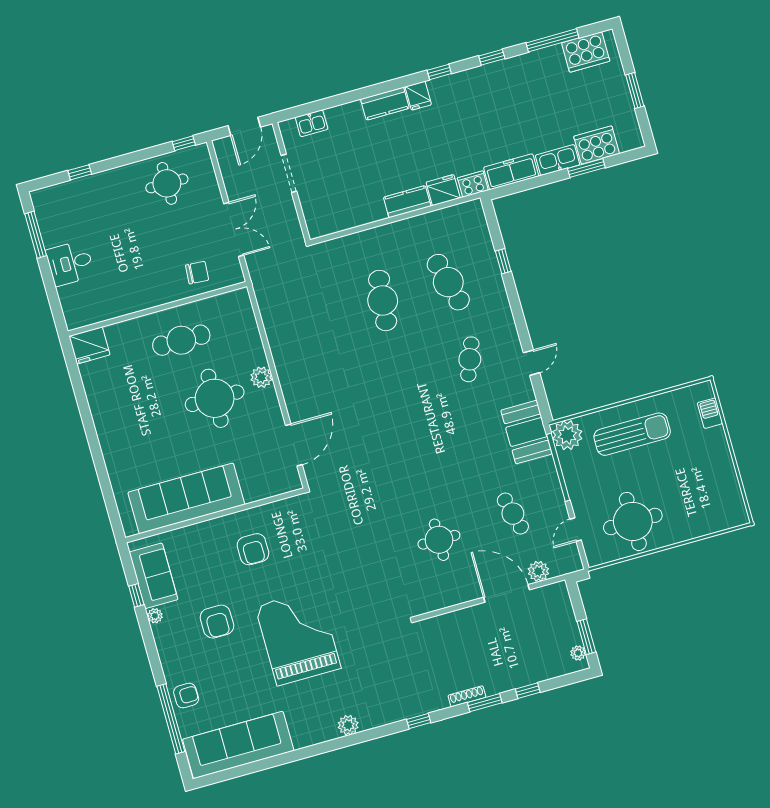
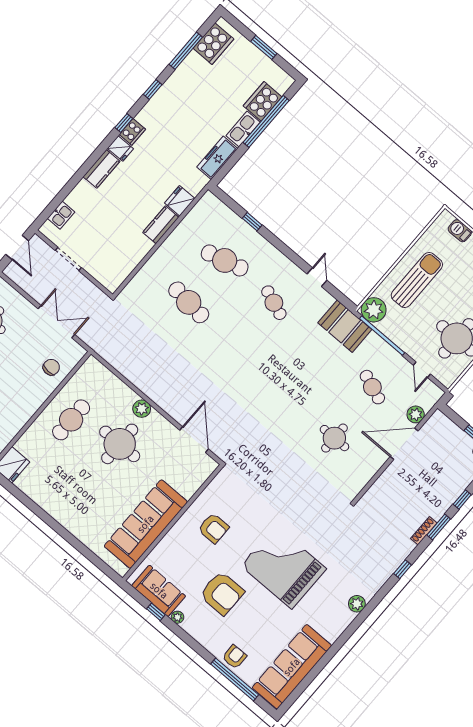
window: (586, 168) -> (266, 121), width x2.11
cooker: (473, 184) -> (132, 132), moved, turned 180
cafe table: (513, 514) -> (372, 387), turned 36
armchair: (217, 622) -> (222, 593), width x1.36, depth x1.36

